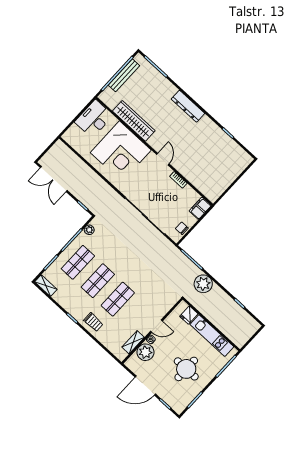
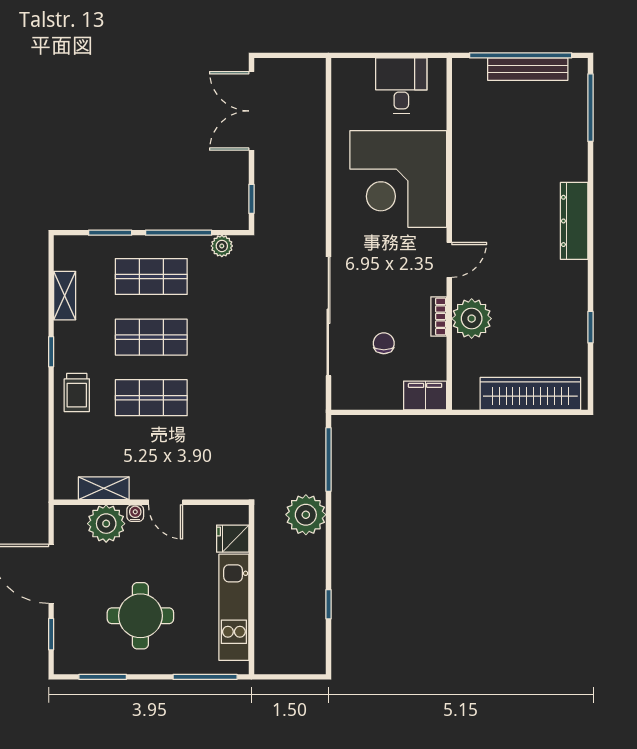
desk: (94, 119) -> (401, 86), width x0.73
wardrobe: (134, 121) -> (530, 394), moved, turned -90
plant: (189, 170) -> (472, 319), added
chair: (182, 228) -> (384, 343), moved
shelving: (46, 286) -> (65, 296), moved

